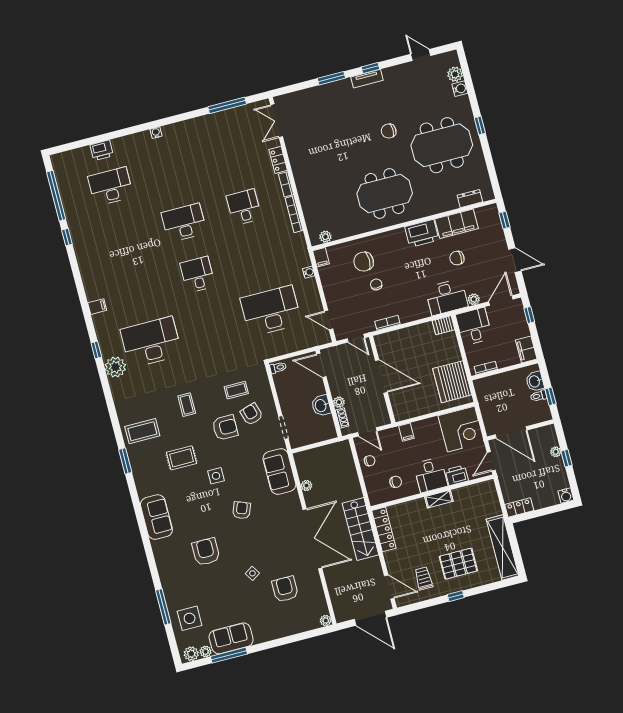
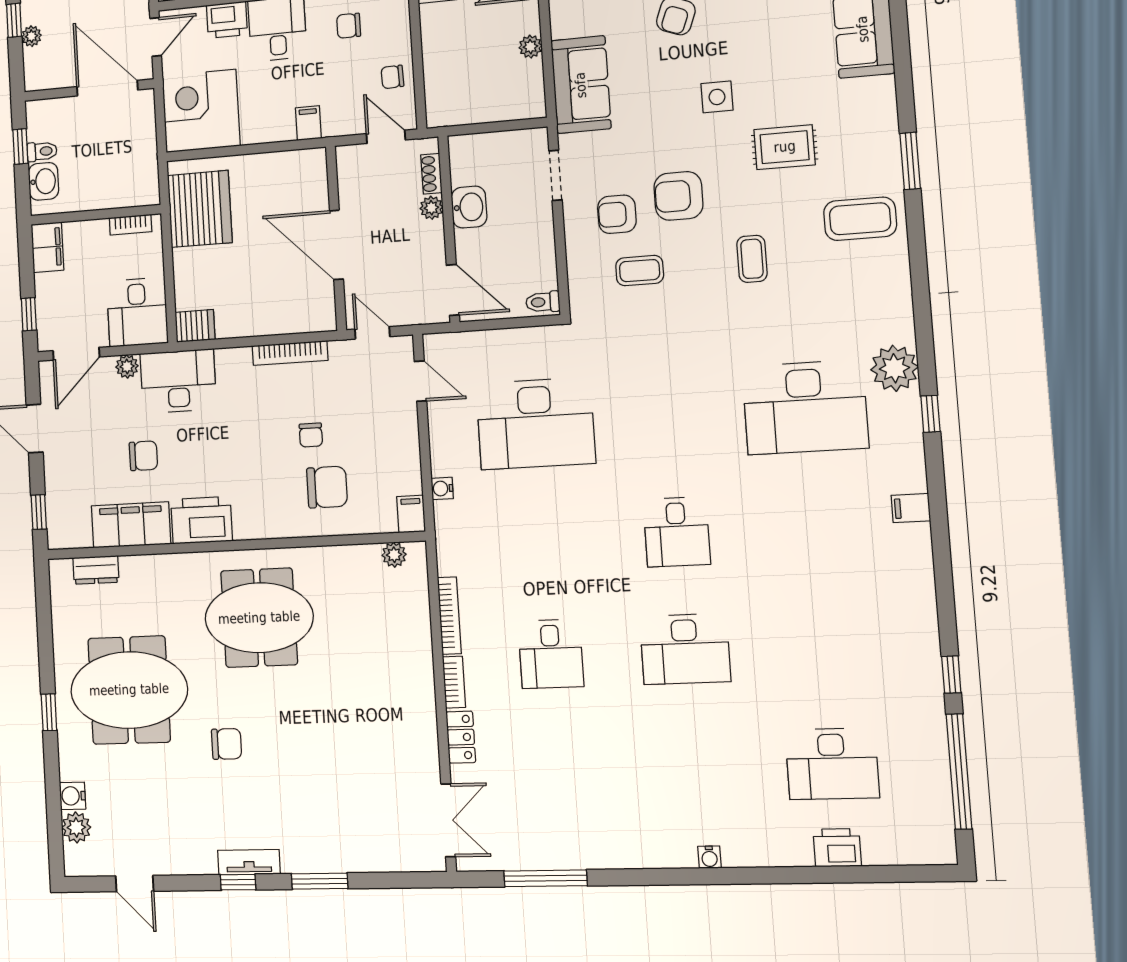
bookcase: (387, 323) -> (290, 353), width x1.56
armchair: (252, 414) -> (617, 214), turned 107

